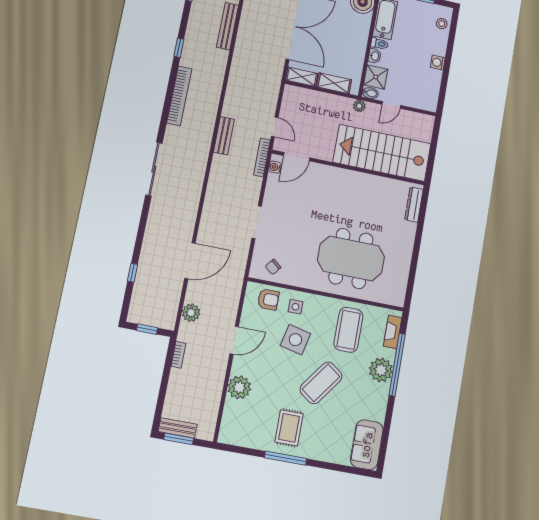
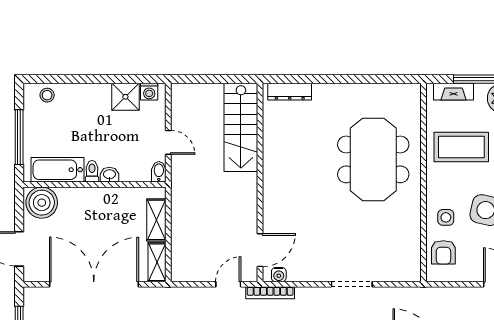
washing machine: (438, 63) -> (149, 92), moved
shower: (376, 77) -> (125, 97), moved
plant: (359, 106) -> (179, 183), removed
stairs: (382, 153) -> (241, 127), width x0.73, depth x0.66
door: (297, 157) -> (260, 250), hinge flipped
chair: (273, 267) -> (403, 254), removed
armchair: (268, 299) -> (443, 252), turned 180

